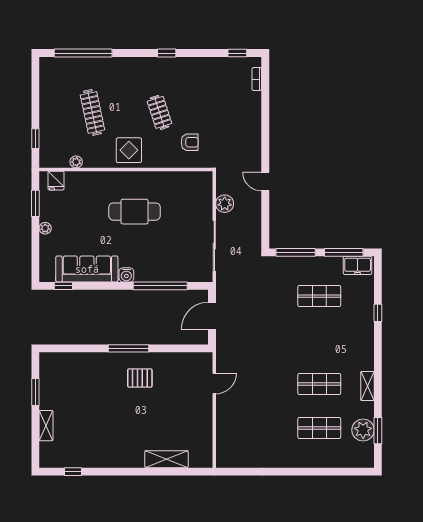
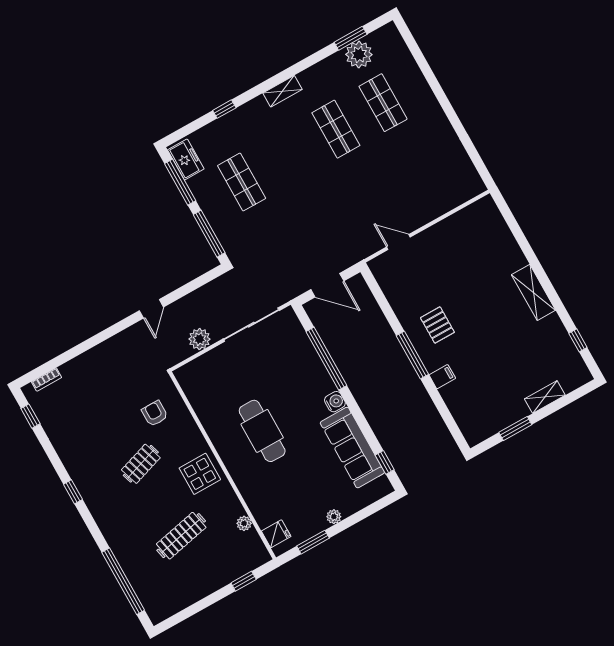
filing cabinet: (101, 361) -> (442, 377), added
shelving: (367, 386) -> (282, 91), moved
shelving: (166, 459) -> (533, 292), moved

